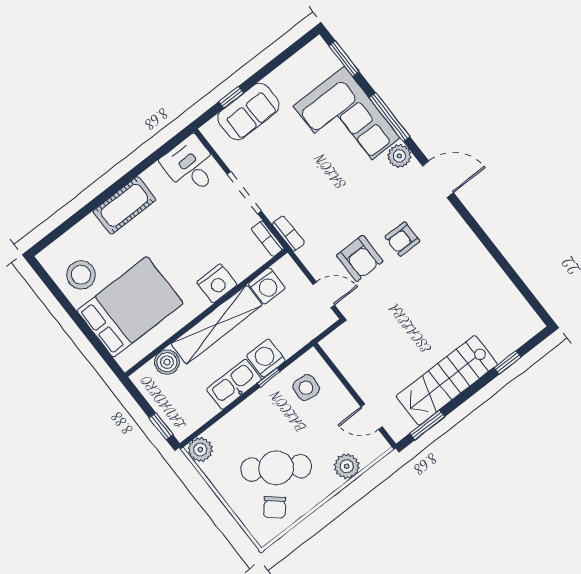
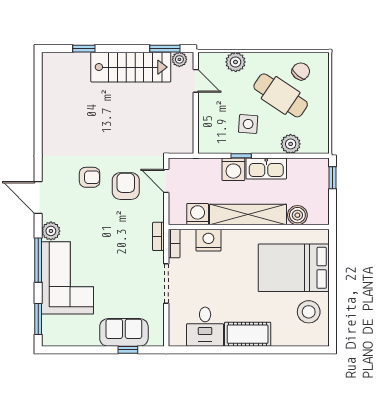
desk: (191, 166) -> (205, 327), moved
nightstand: (217, 283) -> (208, 240), moved
side table: (306, 388) -> (248, 124), moved
plant: (404, 425) -> (179, 59), added
plant: (200, 450) -> (291, 144), moved

